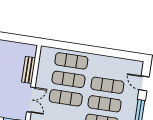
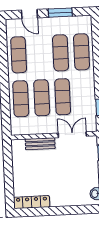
door: (144, 83) -> (29, 14), hinge flipped
exercise mat: (107, 85) -> (19, 55), moved

